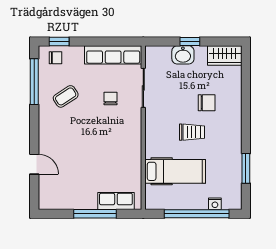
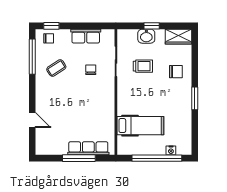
row of seats: (113, 55) -> (86, 36), width x0.68
chair: (207, 103) -> (176, 72), moved
trolley: (192, 132) -> (143, 66), moved
window: (246, 168) -> (195, 98), moved
row of seats: (116, 201) -> (88, 148), width x1.48

